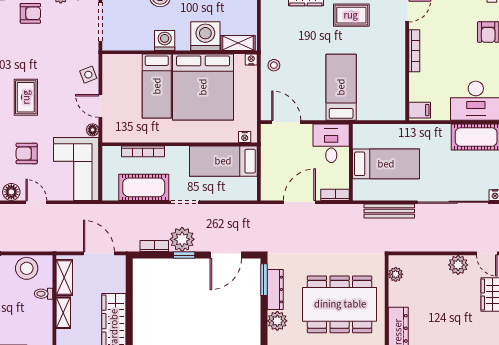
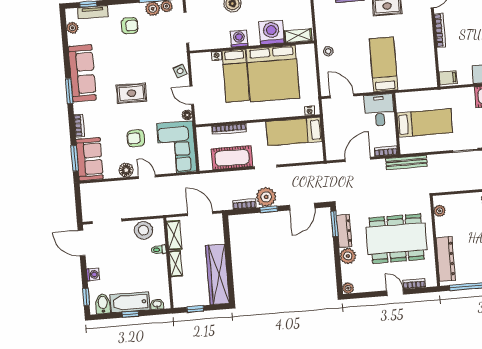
nightstand: (251, 60) -> (217, 56), moved
rug: (26, 97) -> (131, 93), turned 90
bench: (389, 211) -> (406, 162), moved

